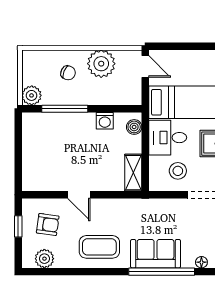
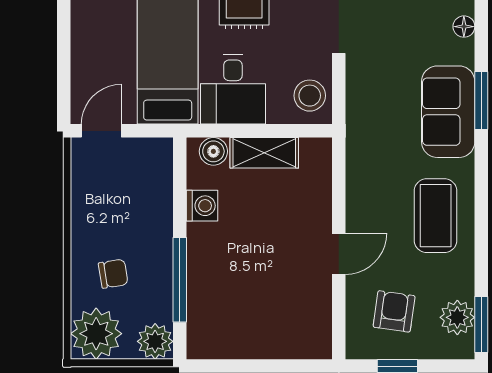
plant: (101, 64) -> (96, 334), moved
chair: (68, 73) -> (113, 274), turned 59
stool: (178, 171) -> (310, 96), moved
shelving: (133, 173) -> (264, 153), moved
window: (41, 272) -> (481, 325), added
window: (162, 272) -> (481, 101), width x0.47

